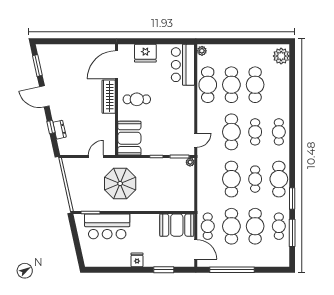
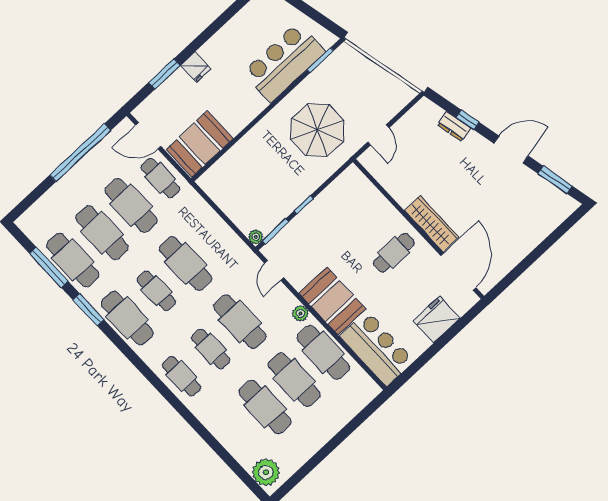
plant: (202, 51) -> (300, 313), moved
booth: (129, 138) -> (332, 301), moved
cafe table: (279, 226) -> (73, 260), width x1.37, depth x1.35
fridge: (137, 260) -> (196, 67), moved

